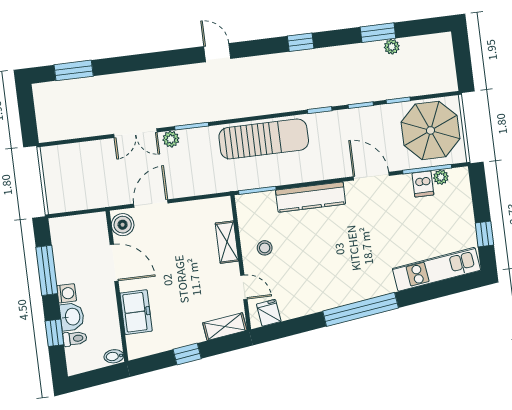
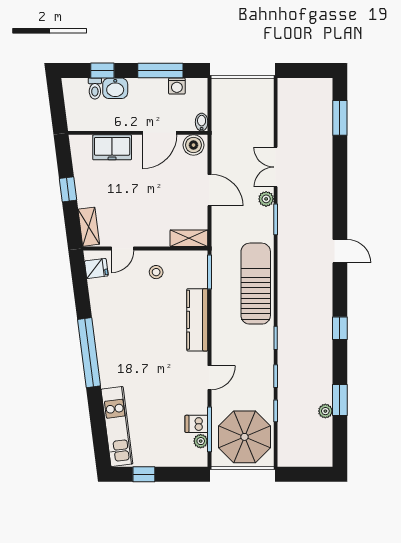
door: (217, 53) -> (340, 251), hinge flipped
sun lounger: (264, 139) -> (256, 284), turned 180
door: (371, 176) -> (210, 378), width x0.73
door: (151, 204) -> (210, 190), moved
shelving: (227, 242) -> (189, 238), moved
washing machine: (67, 293) -> (177, 86), moved
bidet: (114, 356) -> (202, 122), moved

